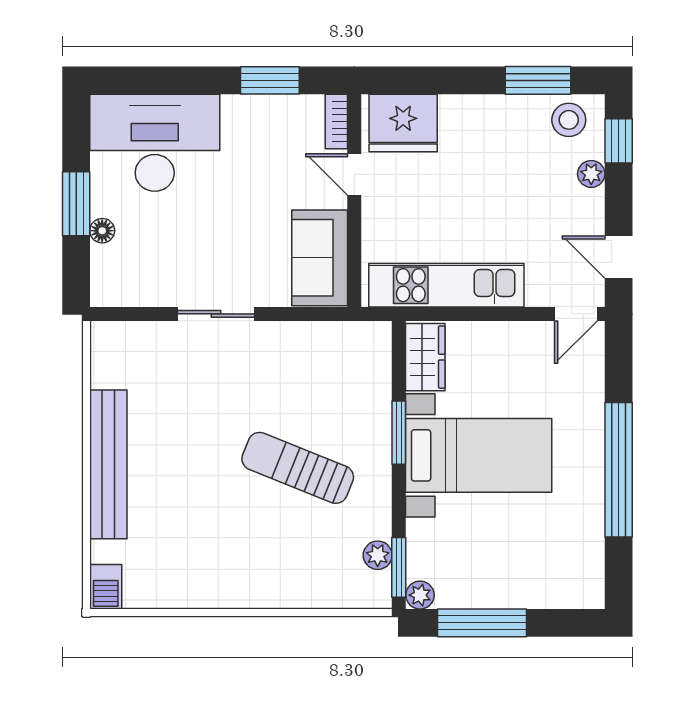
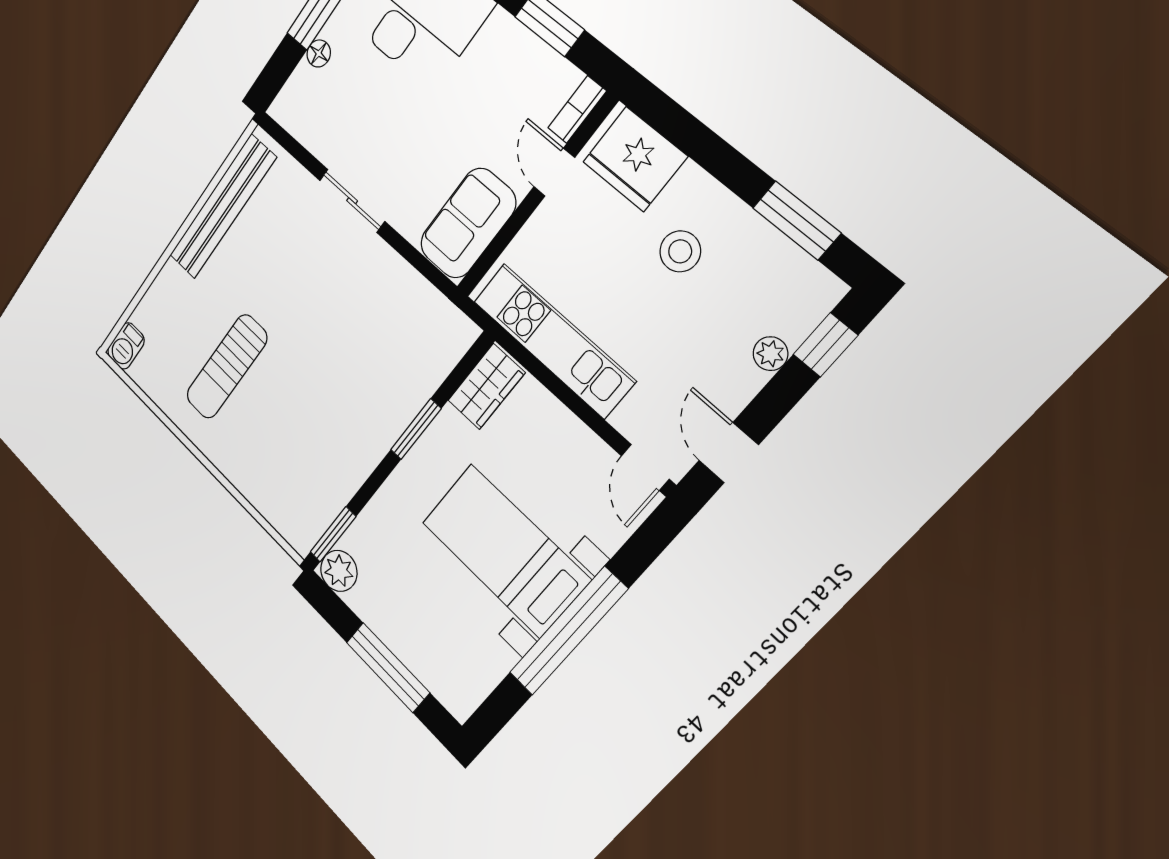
stool: (569, 120) -> (680, 251), moved
door: (576, 314) -> (645, 467), hinge flipped
bed with nightstands: (479, 455) -> (505, 551), moved, turned 180
bench: (108, 464) -> (222, 207), moved
sun lounger: (298, 468) -> (227, 367), moved, turned -112
plant: (378, 555) -> (325, 509), removed
plant: (420, 595) -> (339, 571), width x1.38, depth x1.38
window: (482, 623) -> (388, 667), moved

